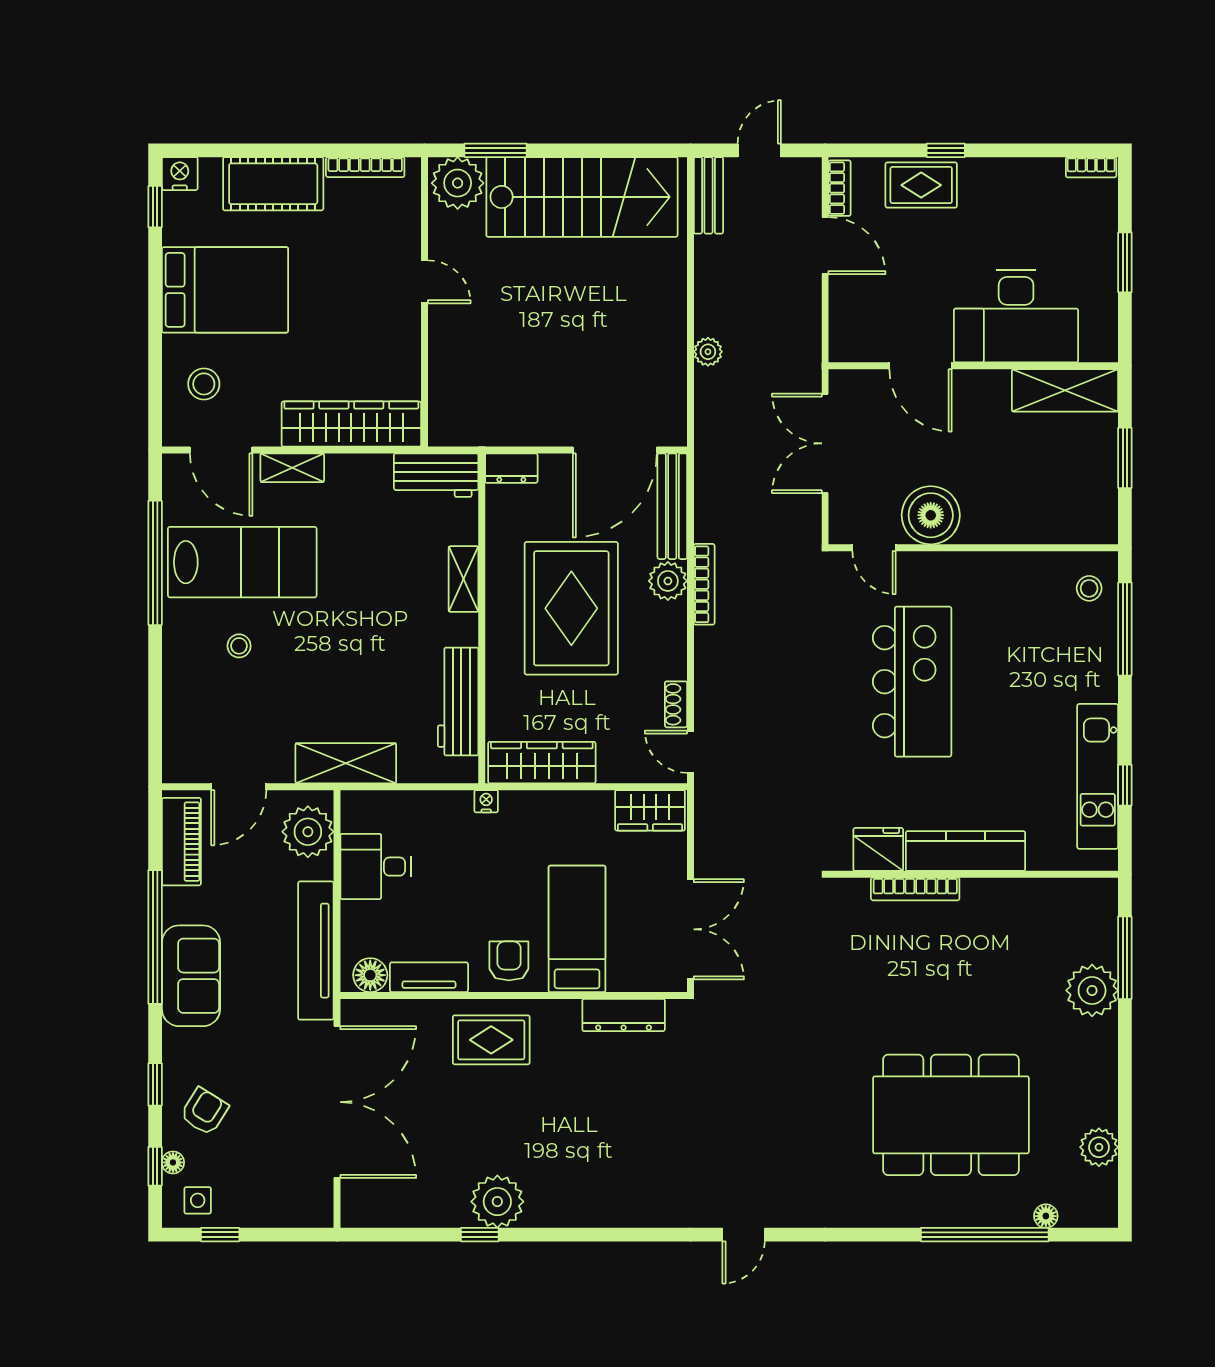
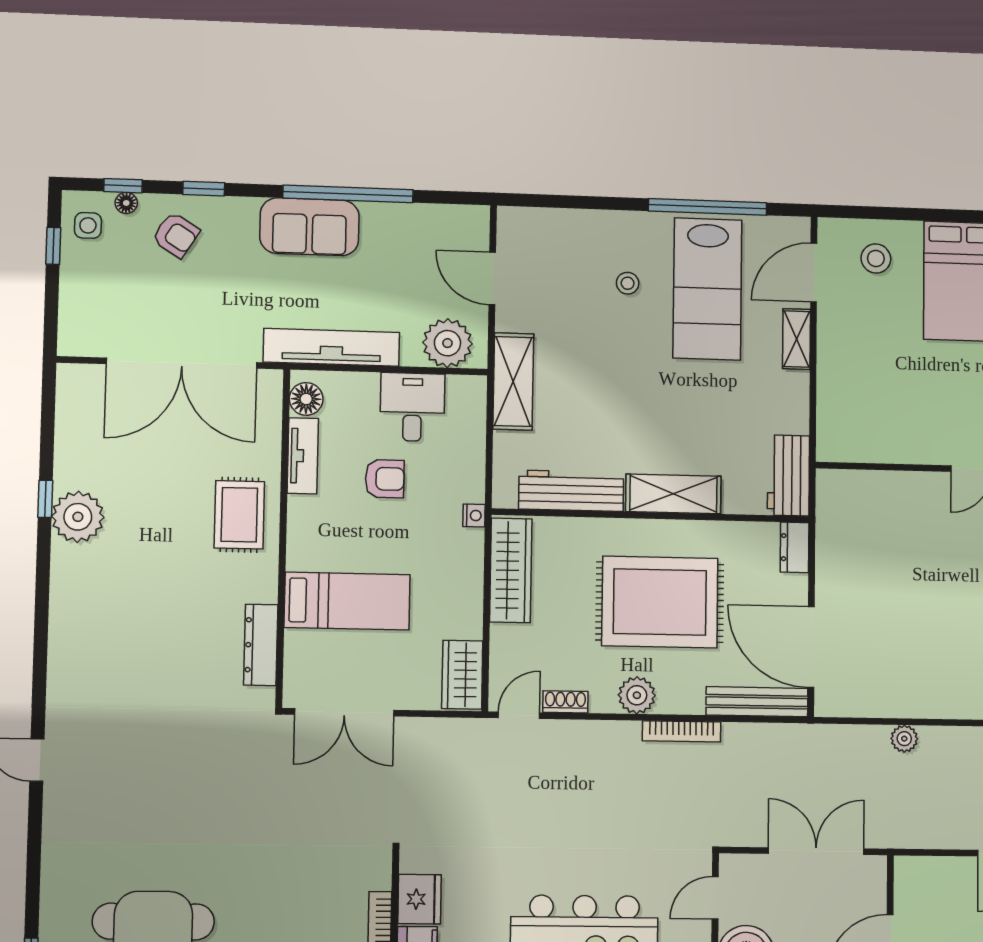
wardrobe: (351, 424) -> (837, 396), removed
shelving: (464, 579) -> (673, 494), width x1.50, depth x1.33
plant: (668, 581) -> (637, 695), moved
piano: (181, 842) -> (440, 222), removed
armchair: (509, 961) -> (385, 479), moved

